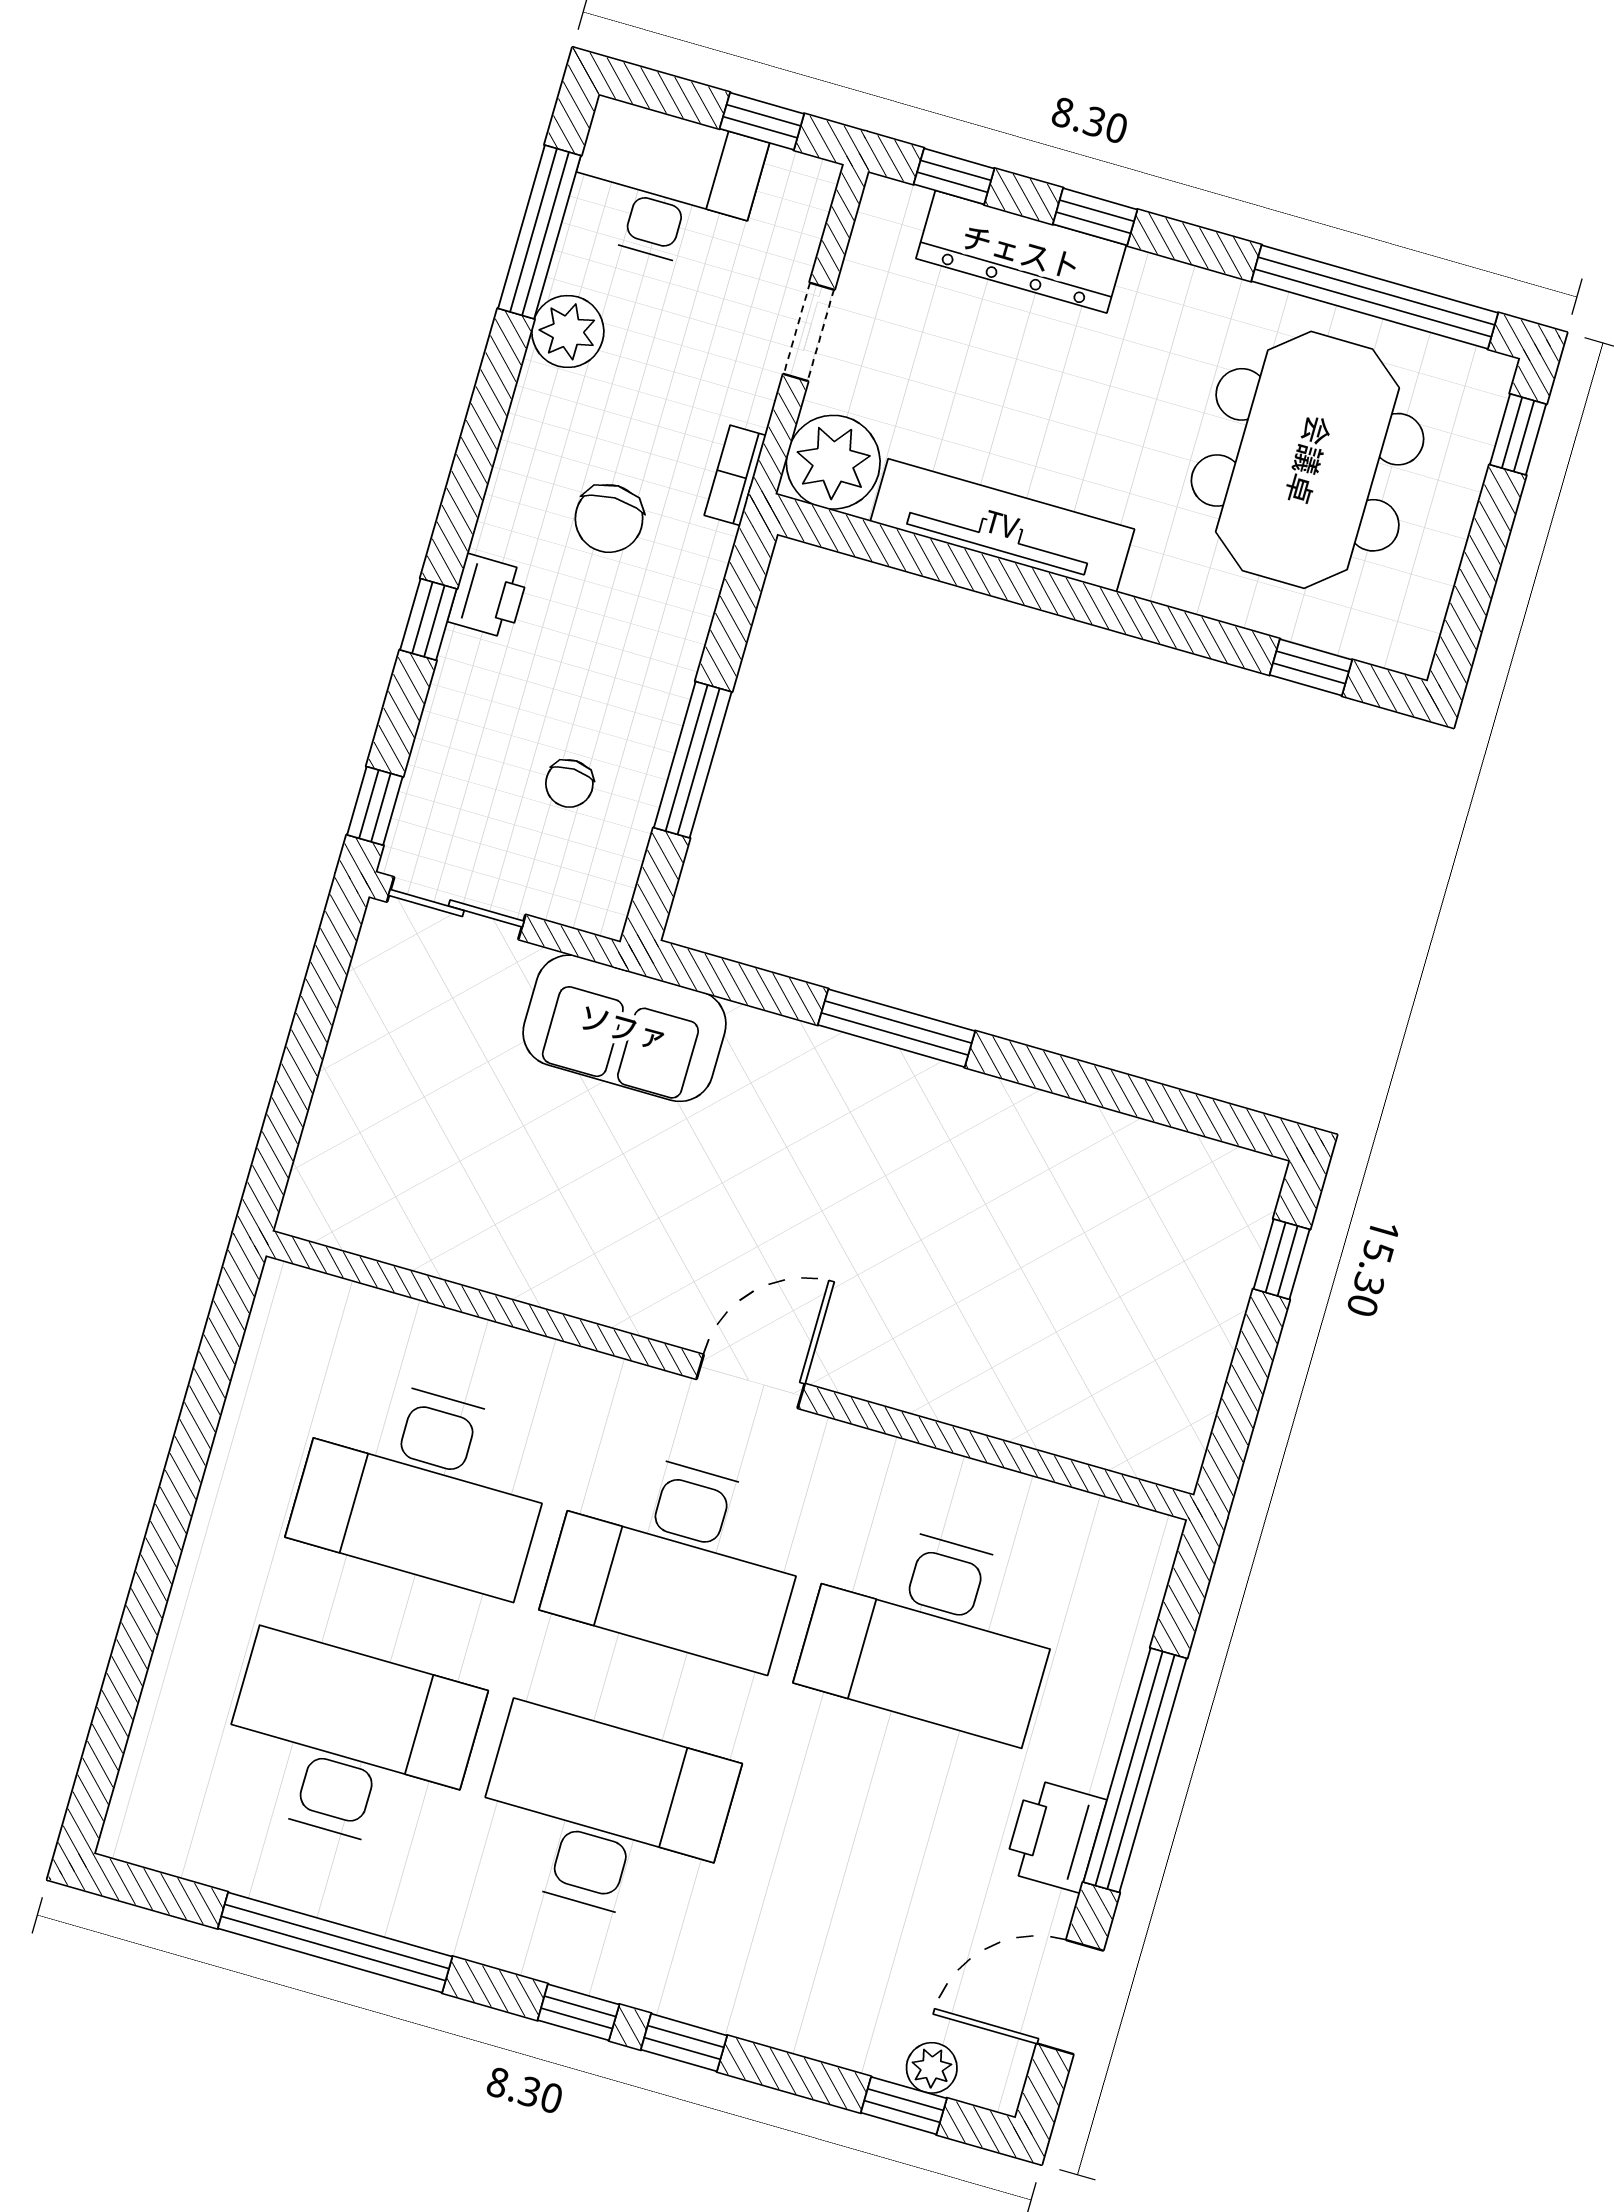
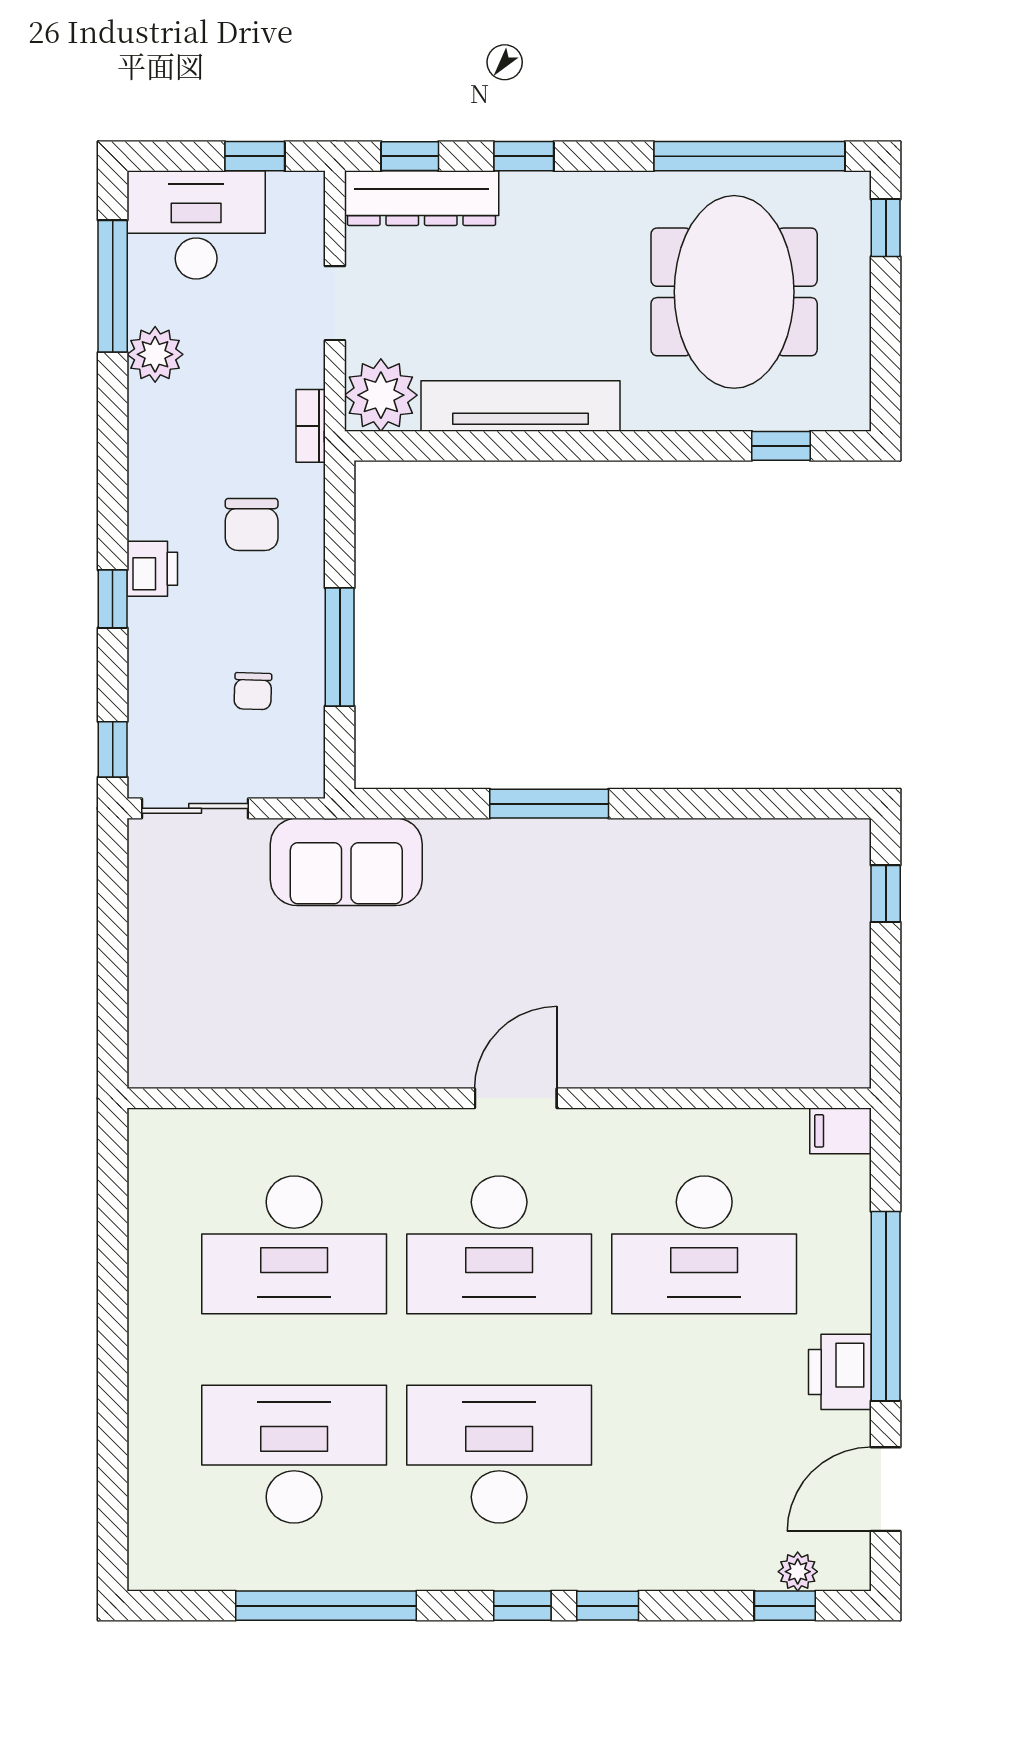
dresser: (1021, 252) -> (422, 198), moved
chair: (609, 519) -> (252, 524), moved
filing cabinet: (1141, 1537) -> (841, 1131), added

